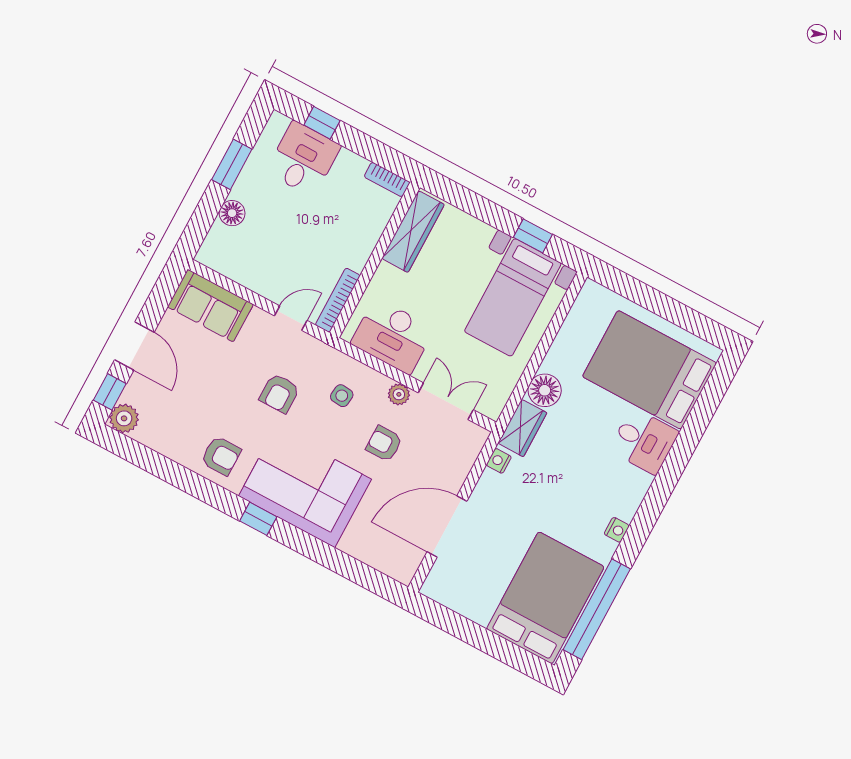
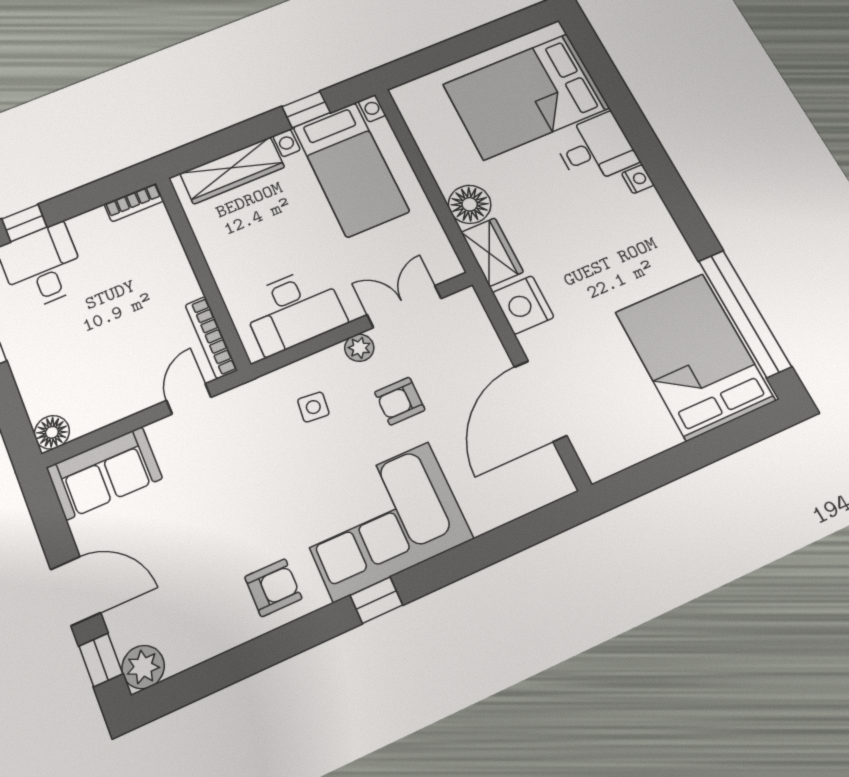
floor lamp: (232, 213) -> (52, 432), moved
wardrobe: (413, 231) -> (232, 170), moved, turned 90
armchair: (279, 393) -> (258, 471), removed
nightstand: (499, 461) -> (523, 305), width x1.89, depth x1.79
nightstand: (617, 530) -> (638, 179), moved

